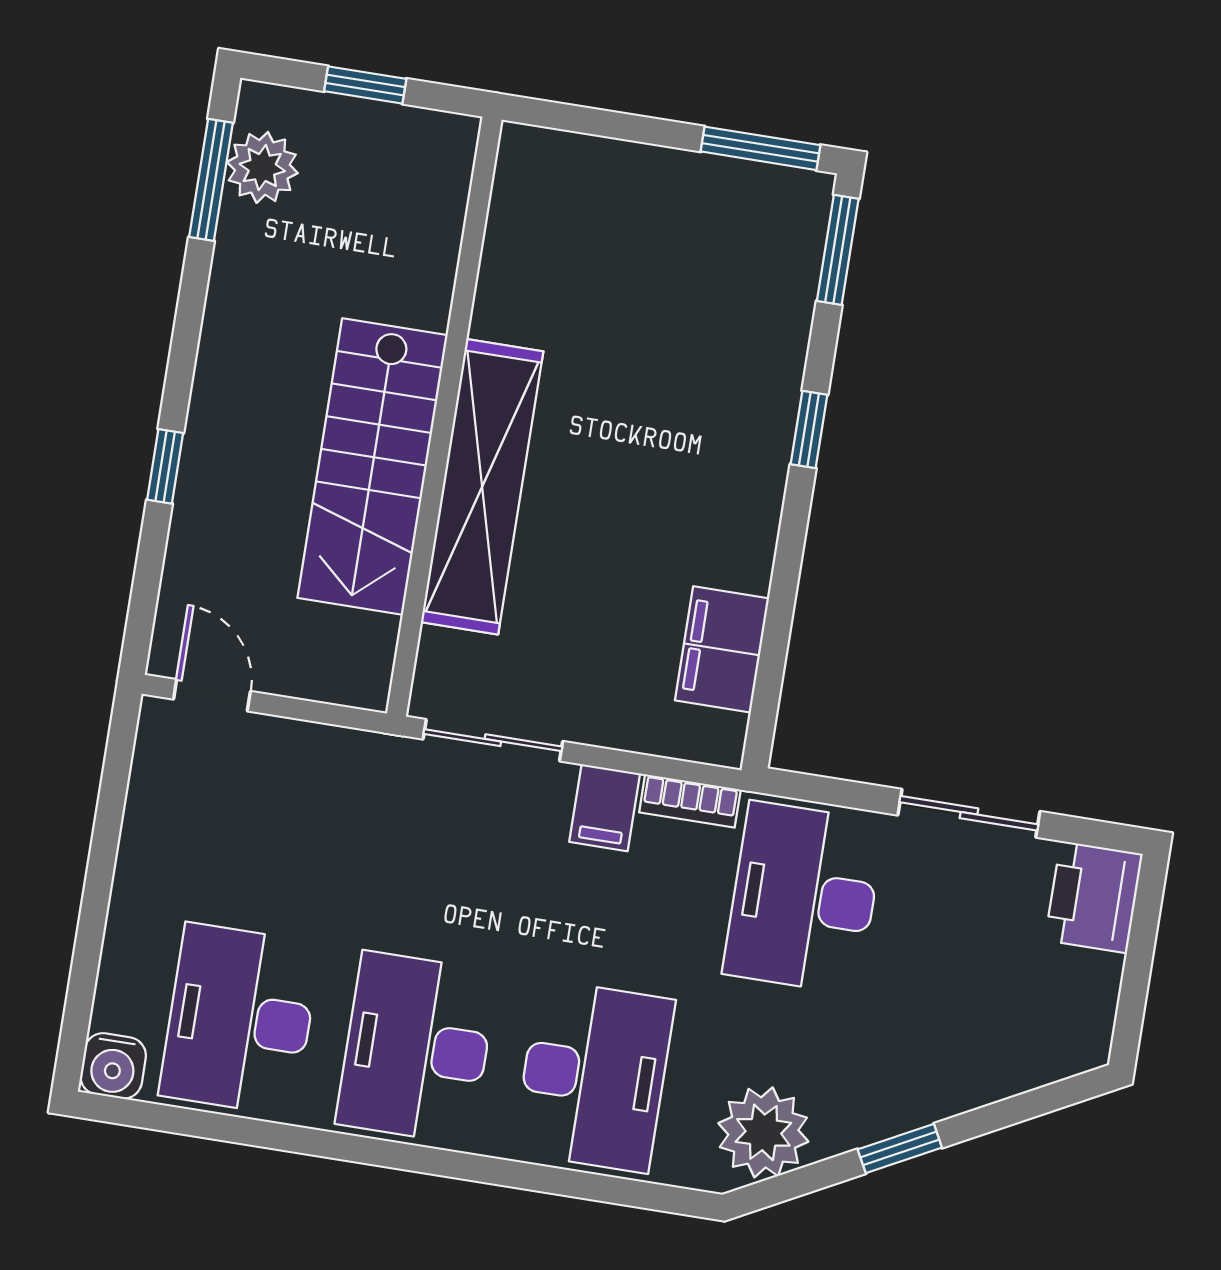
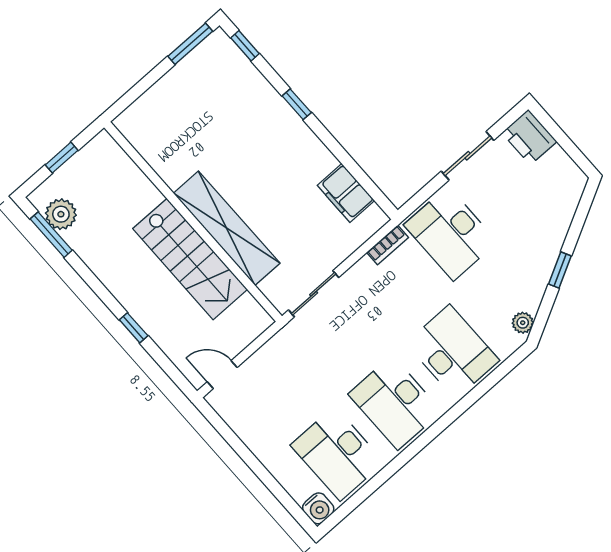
window: (838, 250) -> (245, 46), width x0.67
filing cabinet: (605, 808) -> (366, 275), removed
plant: (763, 1132) -> (523, 323), width x0.53, depth x0.53

